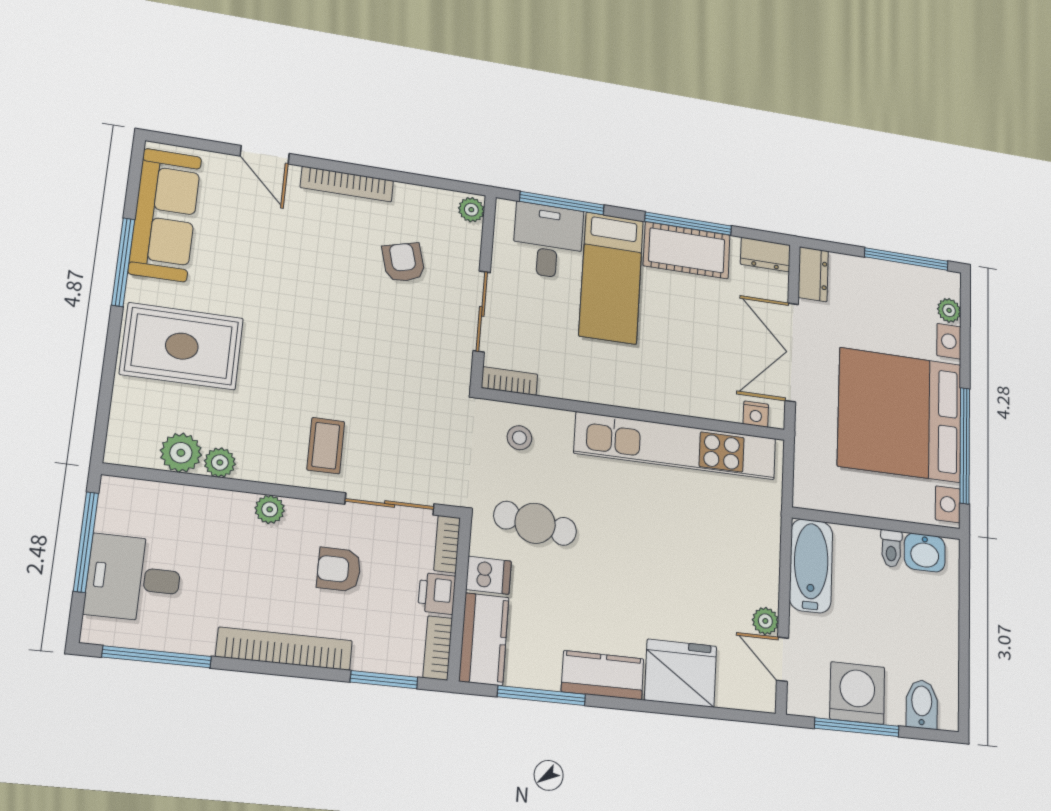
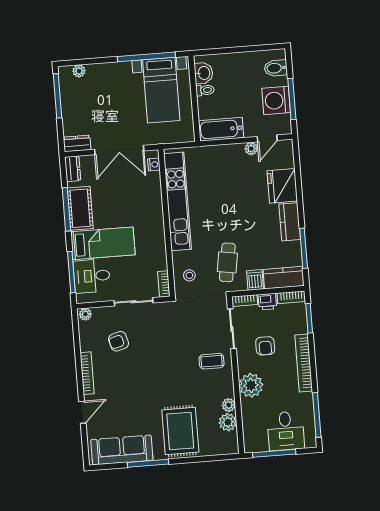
bed with nightstands: (900, 415) -> (161, 90), width x0.54
plant: (270, 509) -> (251, 385), width x1.87, depth x1.87

